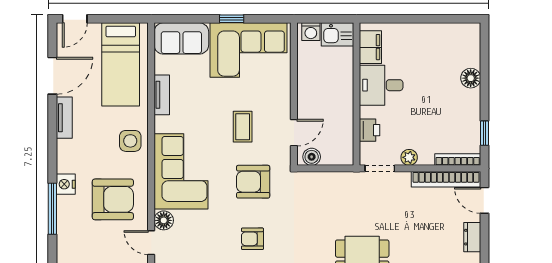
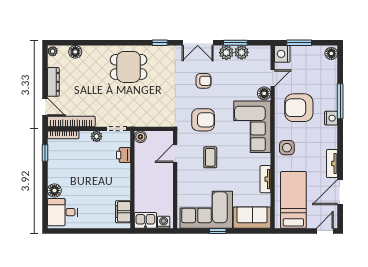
desk: (381, 85) -> (62, 212), moved, turned 180
boiler: (312, 157) -> (140, 137), moved
dresser: (472, 237) -> (53, 82), width x1.44
door: (151, 243) -> (273, 78), hinge flipped

